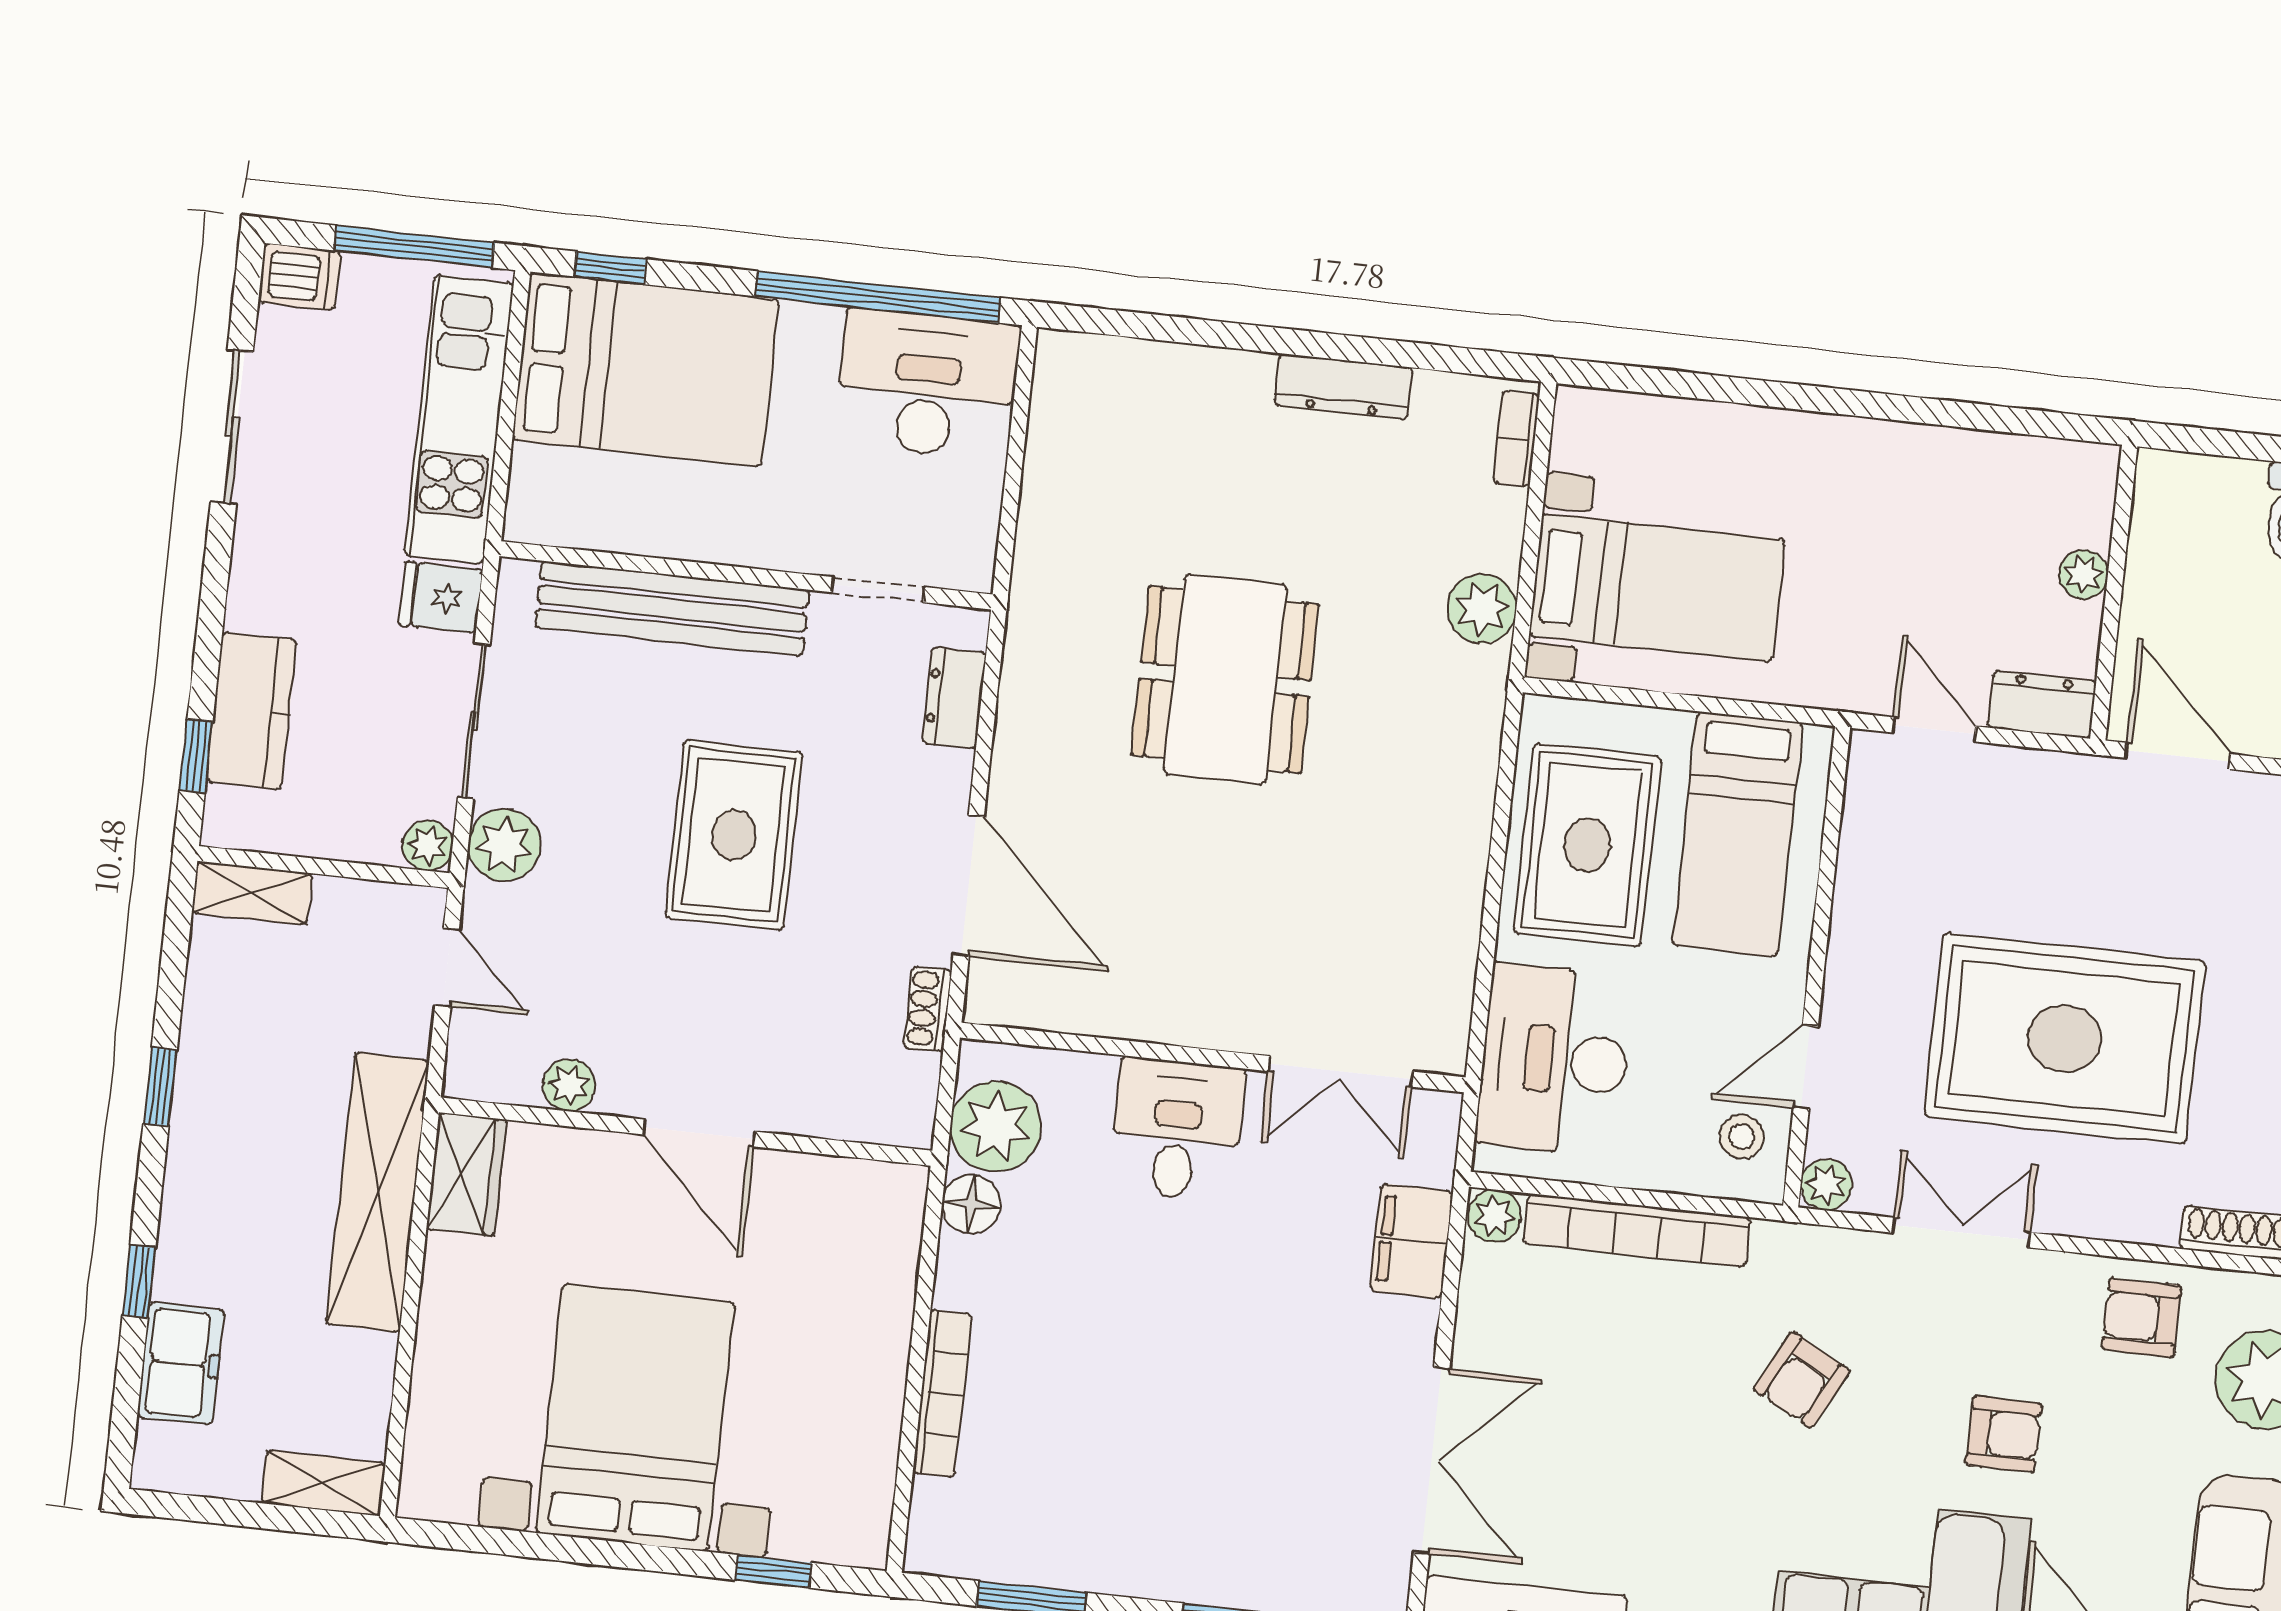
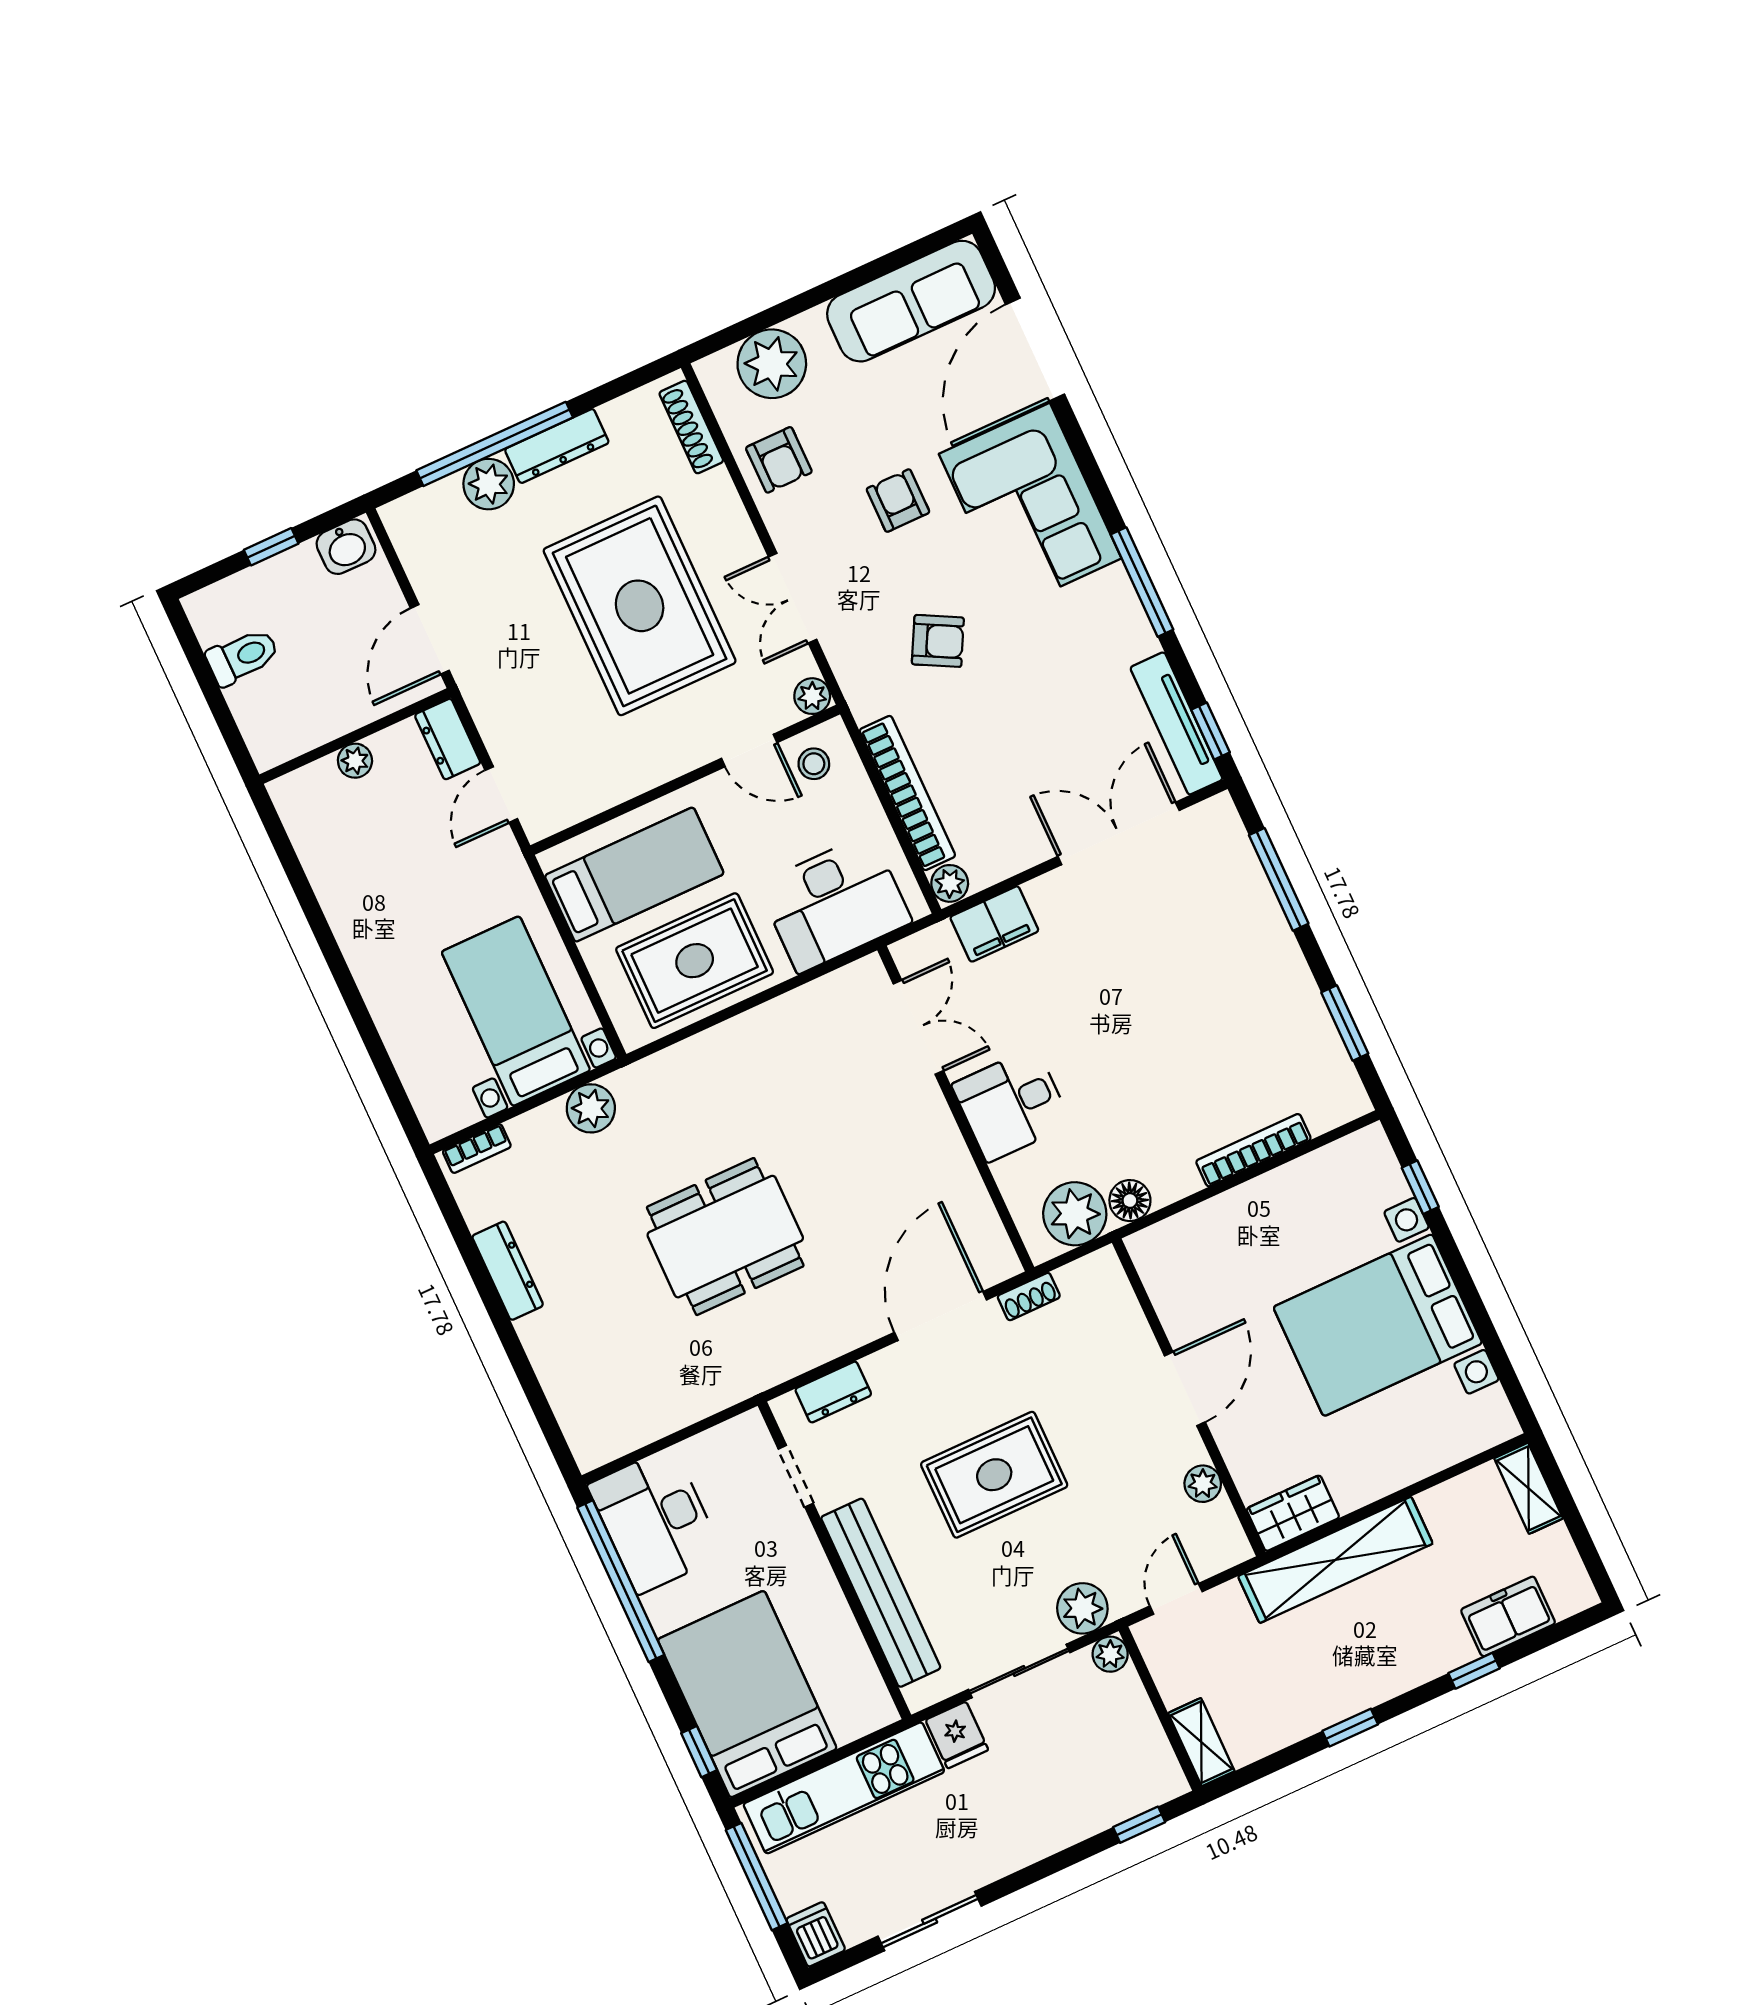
kitchen counter: (251, 711) -> (1093, 1808), removed

